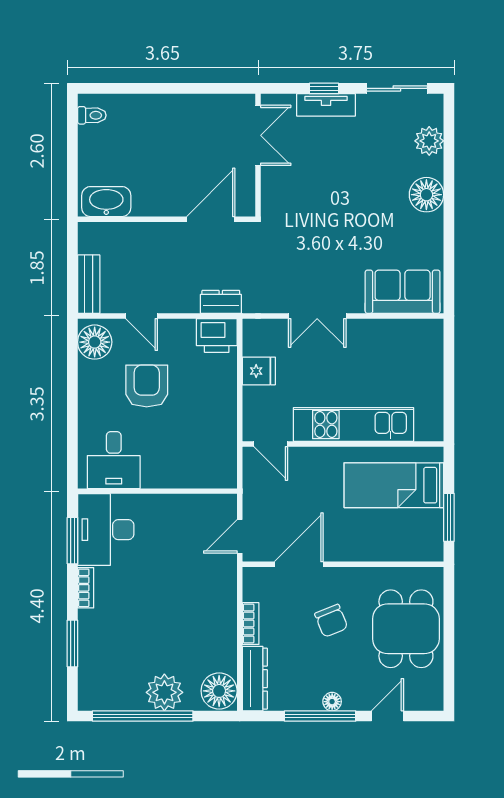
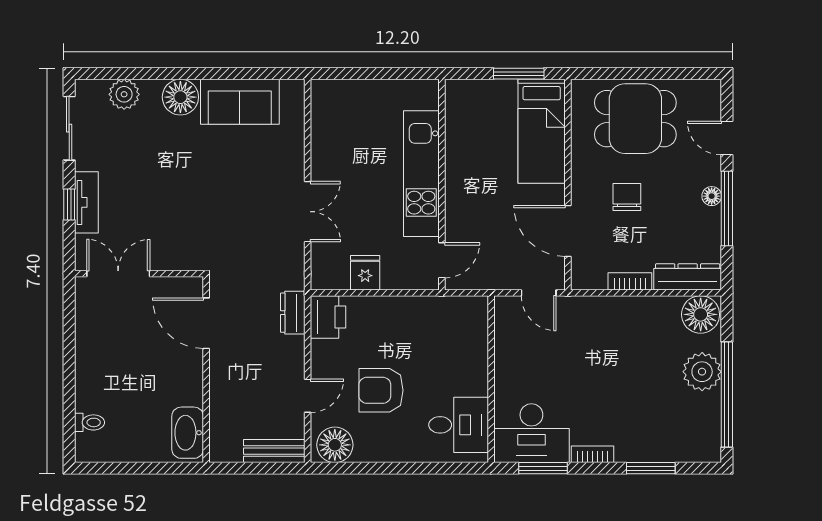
toilet: (92, 115) -> (89, 422), moved, turned 90
sofa: (403, 292) -> (240, 102), moved, turned -90
bed: (394, 485) -> (542, 131), moved
chair: (331, 621) -> (627, 197), turned -68

